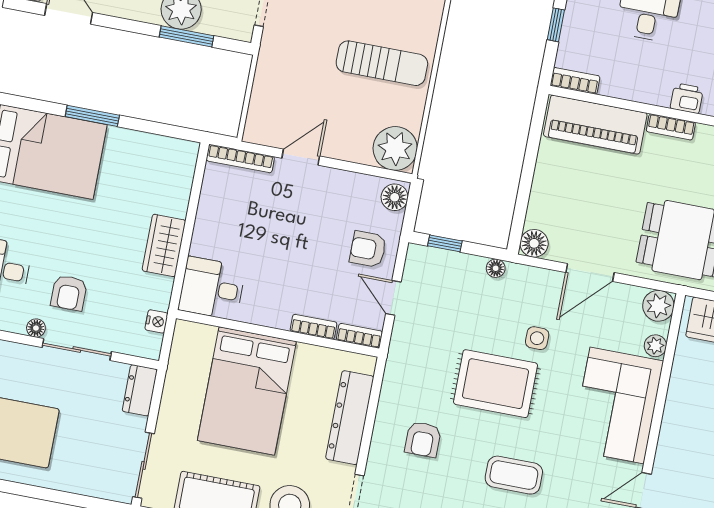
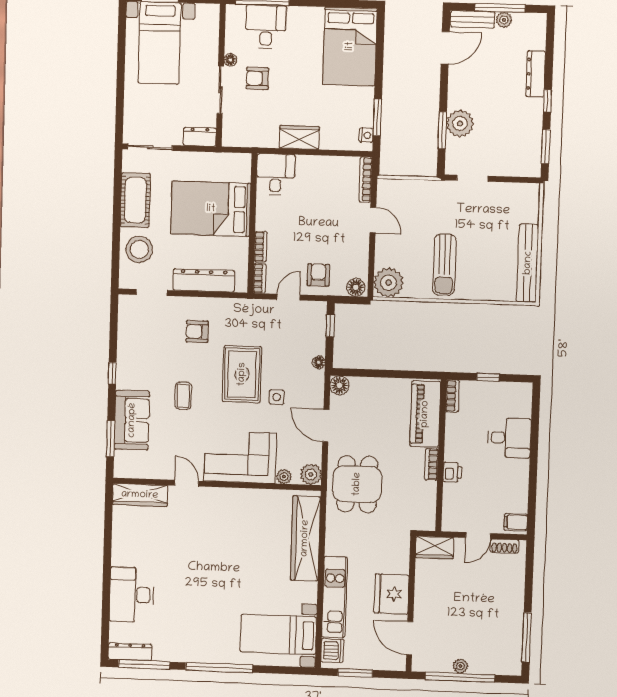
window: (92, 116) -> (377, 117), moved
nightstand: (156, 321) -> (366, 135), moved, turned -90
coffee table: (514, 475) -> (183, 396), width x0.73, depth x0.77

